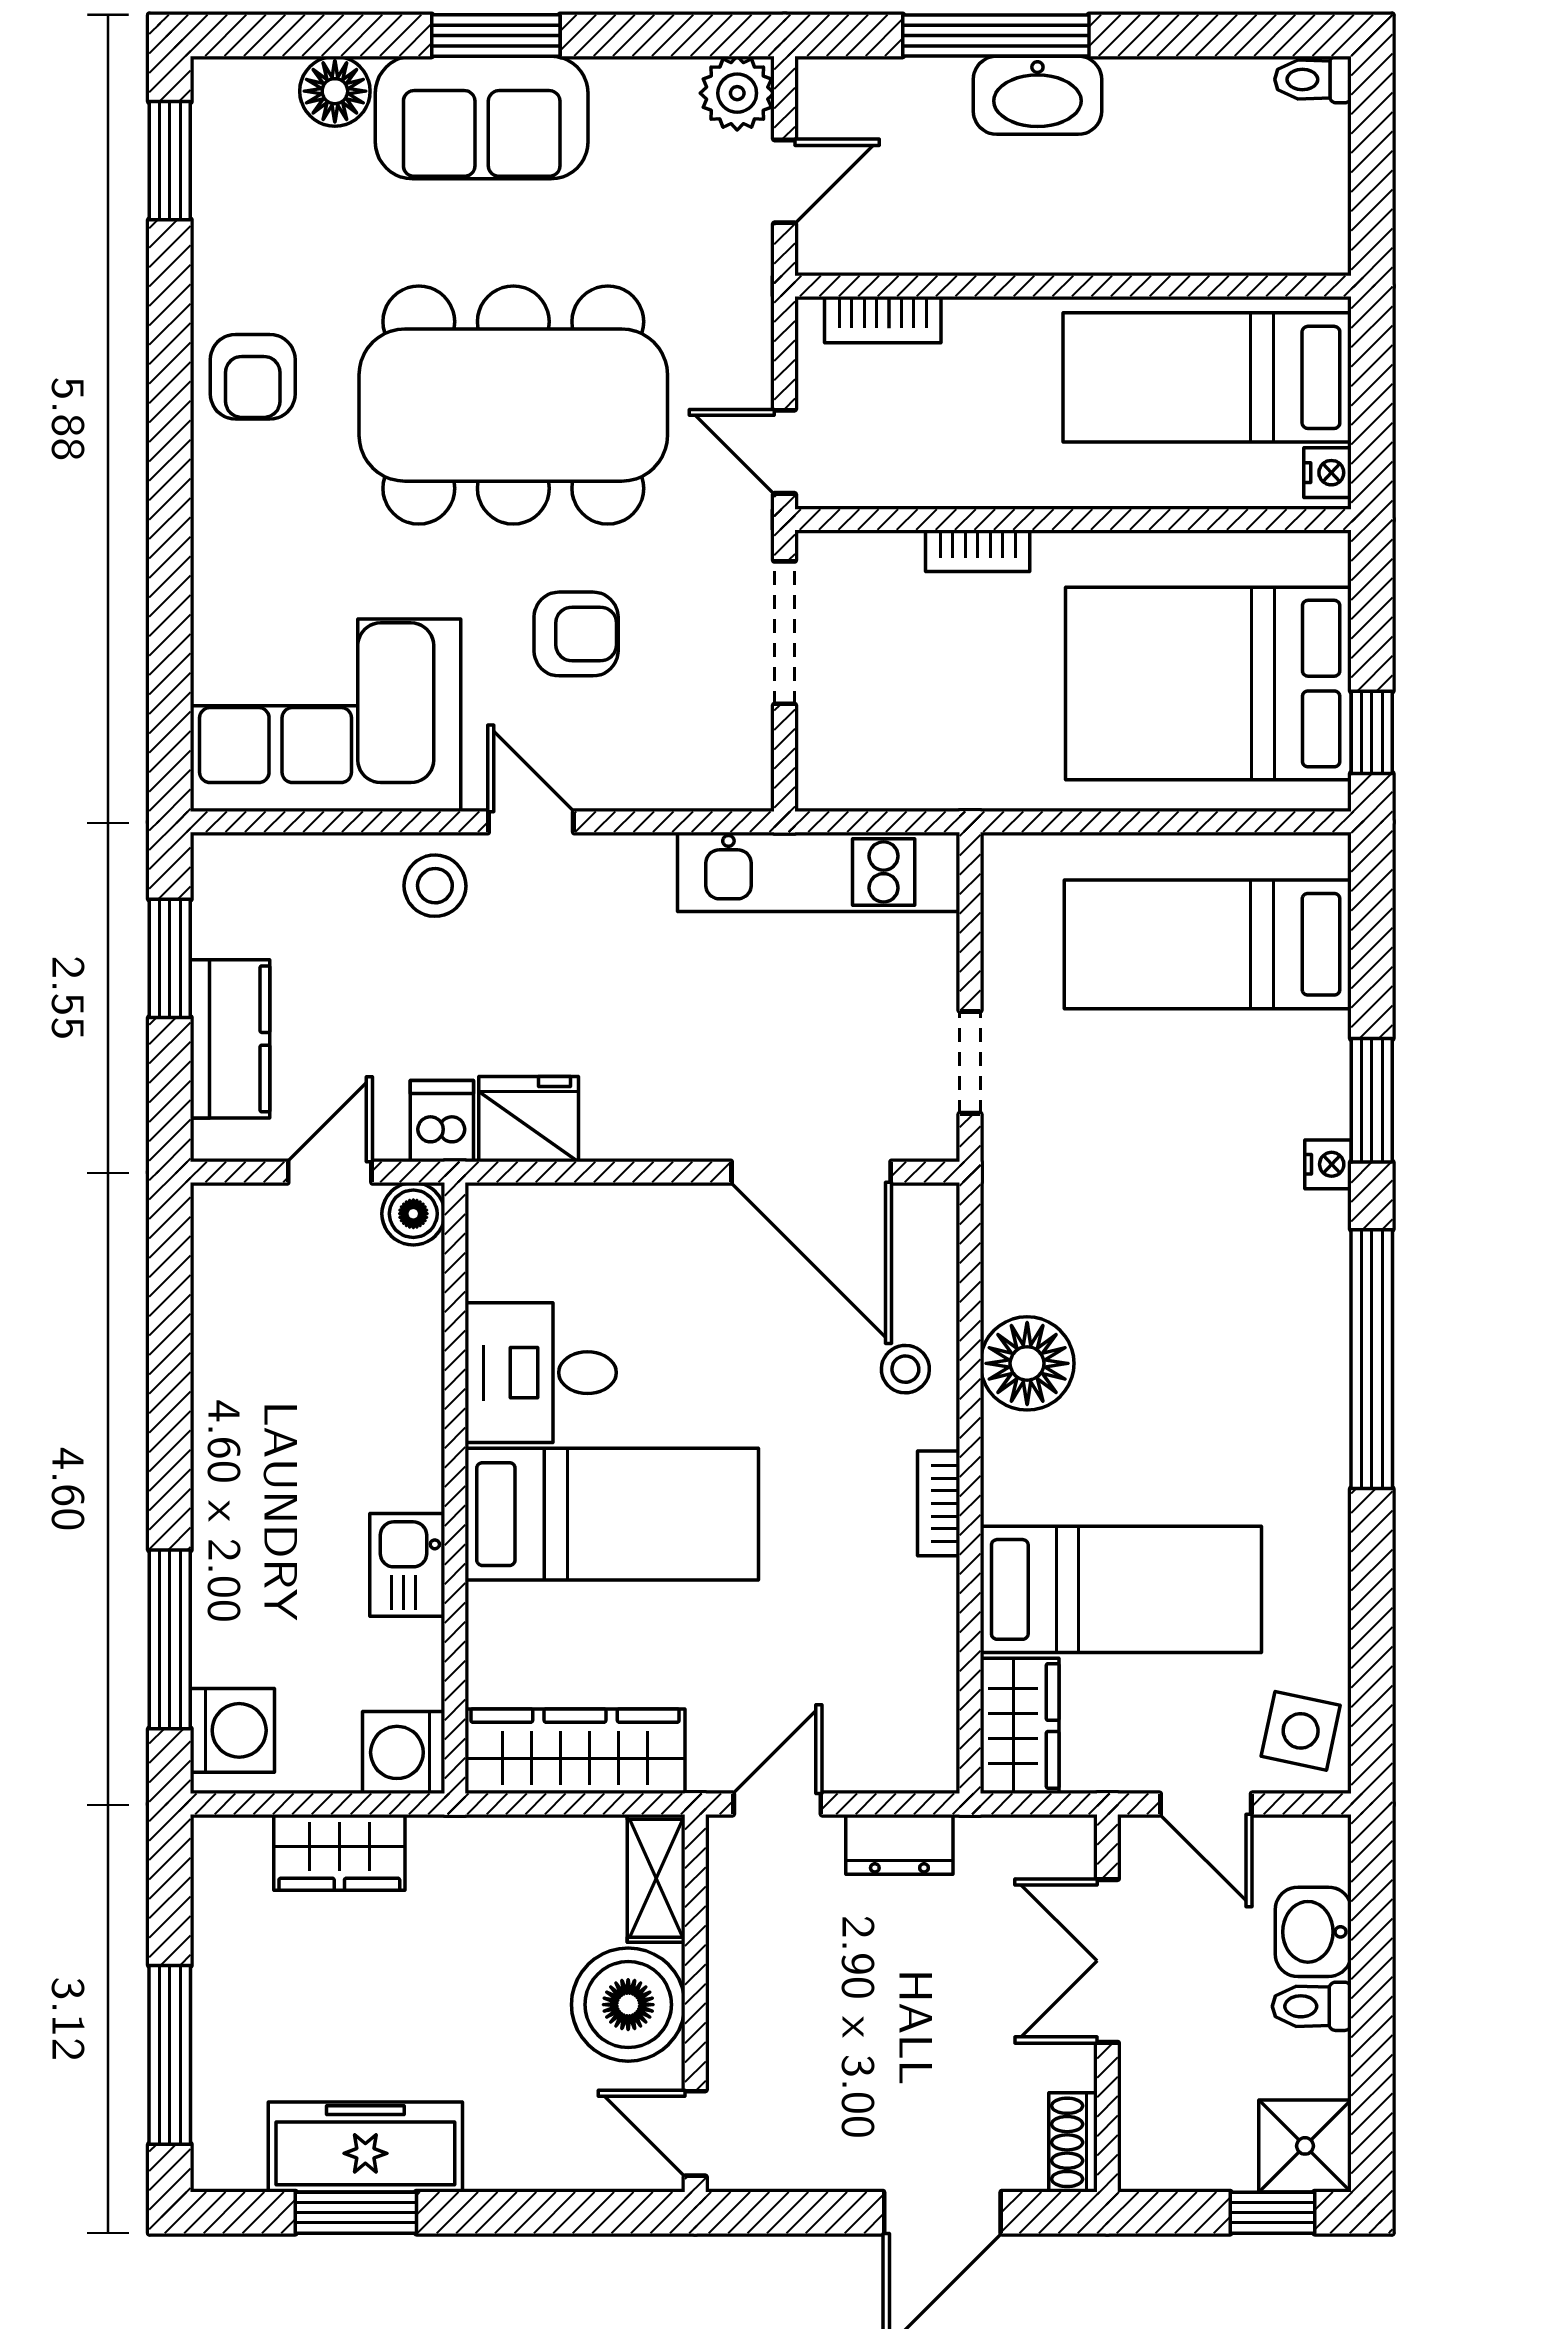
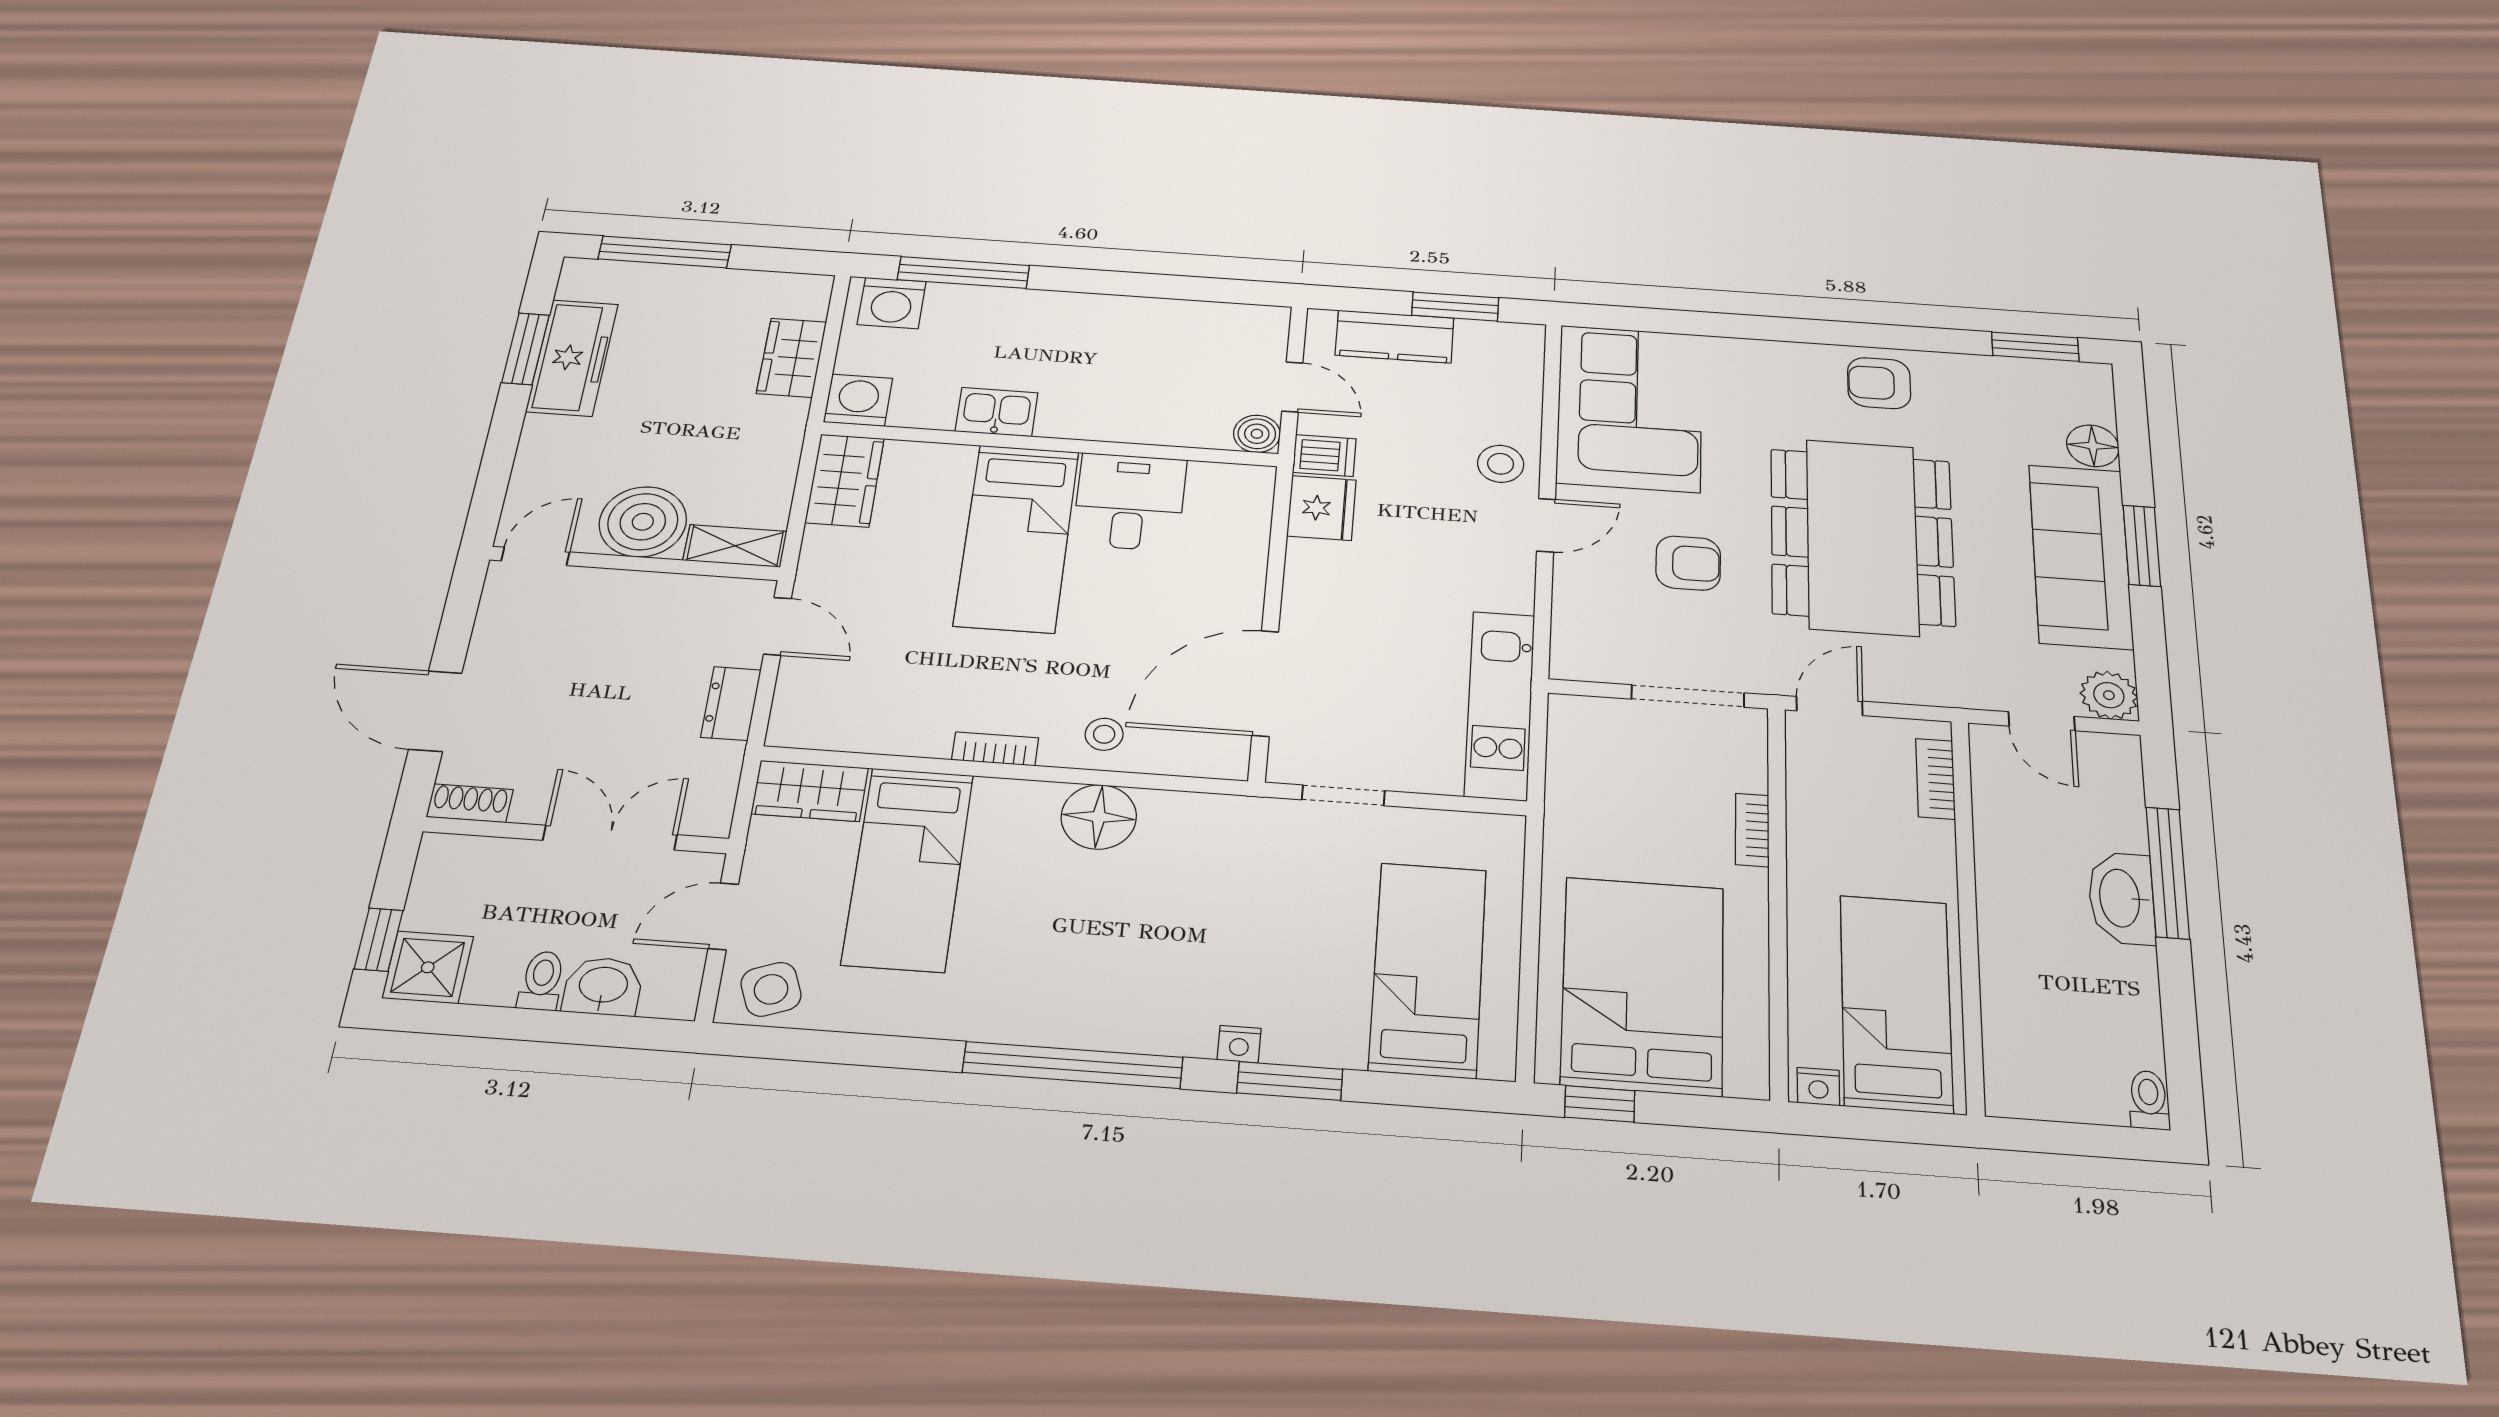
sofa: (482, 117) -> (2081, 556), width x1.36
armchair: (576, 634) -> (1688, 563), turned -90
side table: (1301, 1731) -> (771, 989), turned -33
wardrobe: (575, 1751) -> (845, 480), width x0.67

